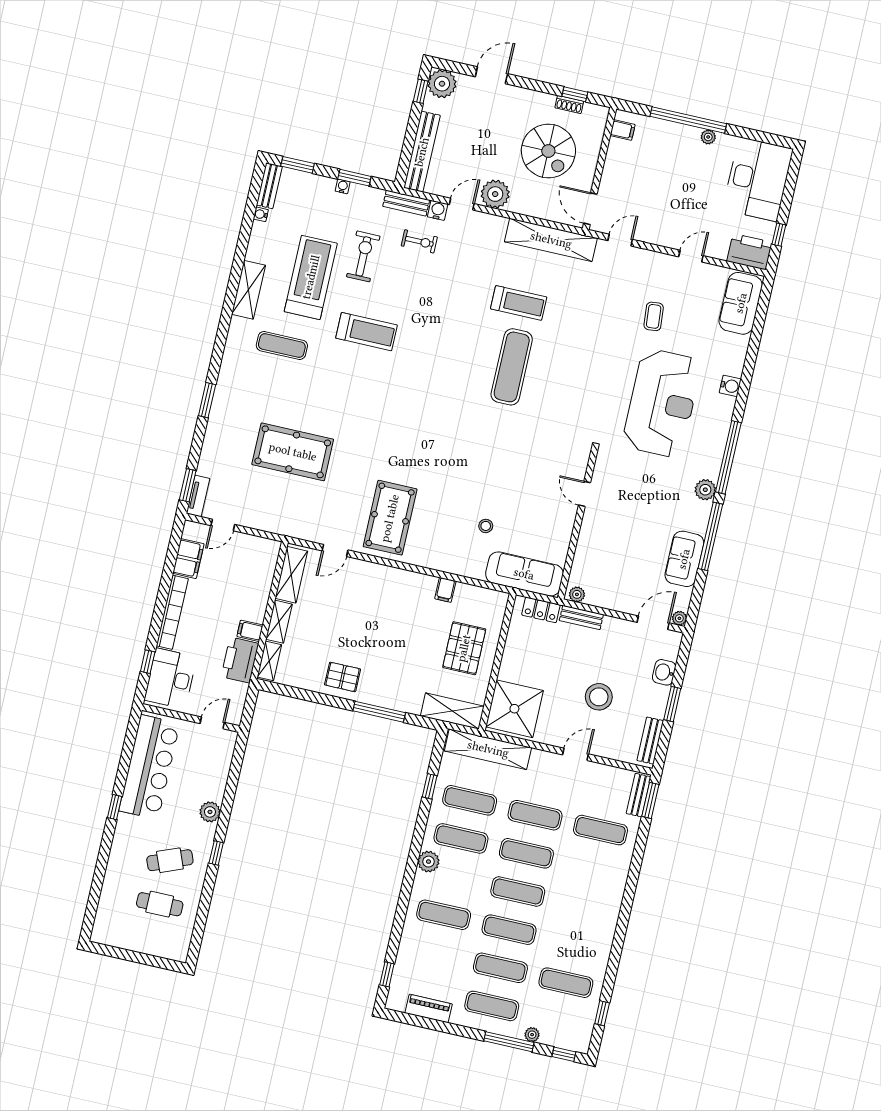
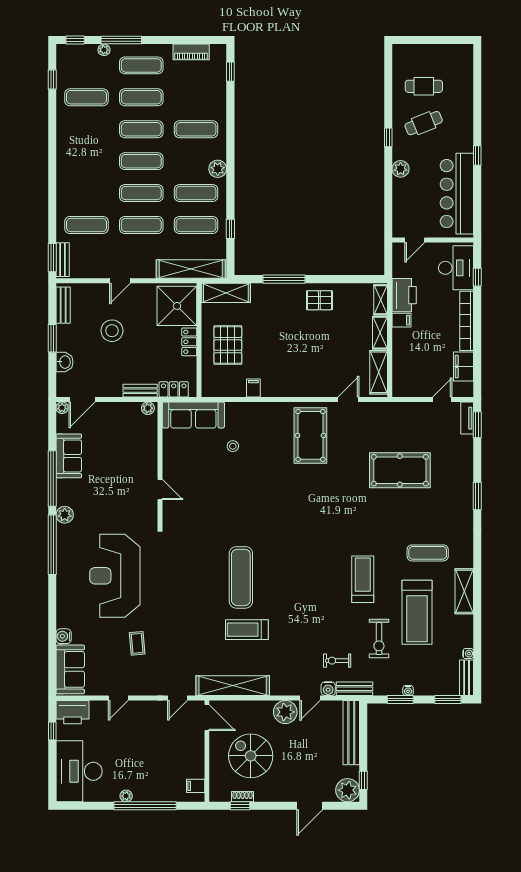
treadmill: (367, 332) -> (363, 579), turned 90
water cooler: (730, 386) -> (64, 636), moved
locker: (509, 663) -> (189, 342), added

